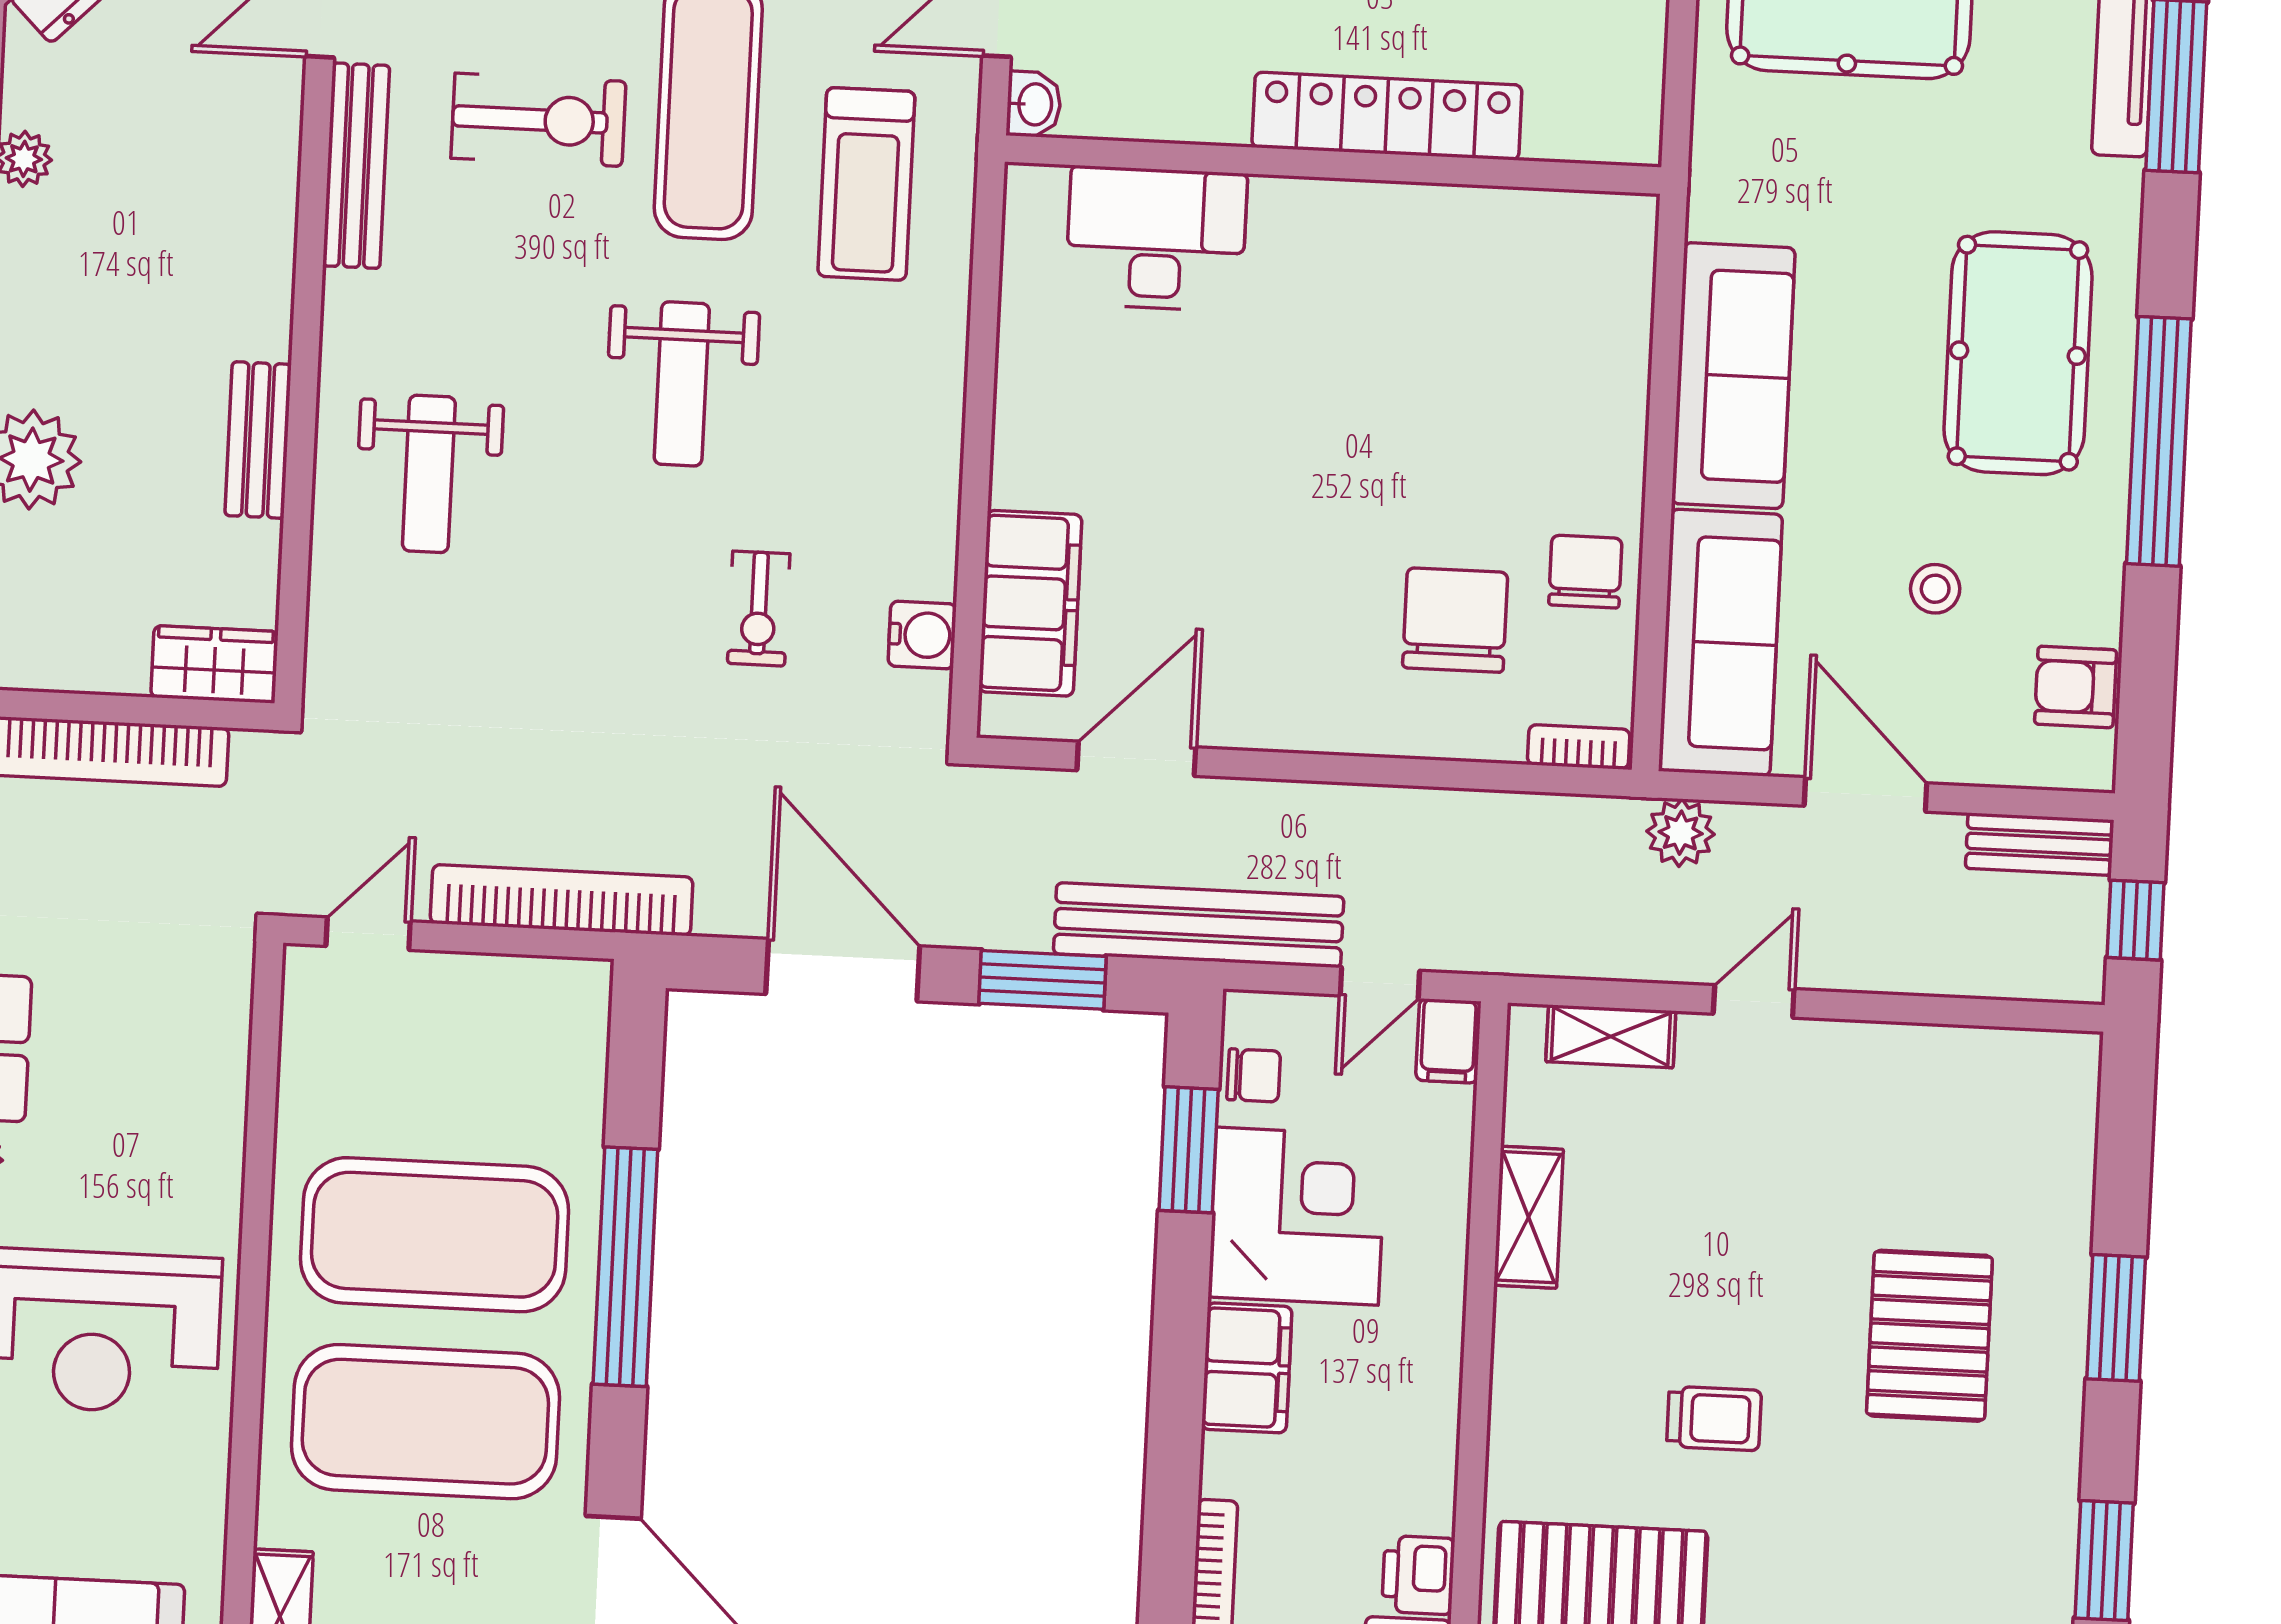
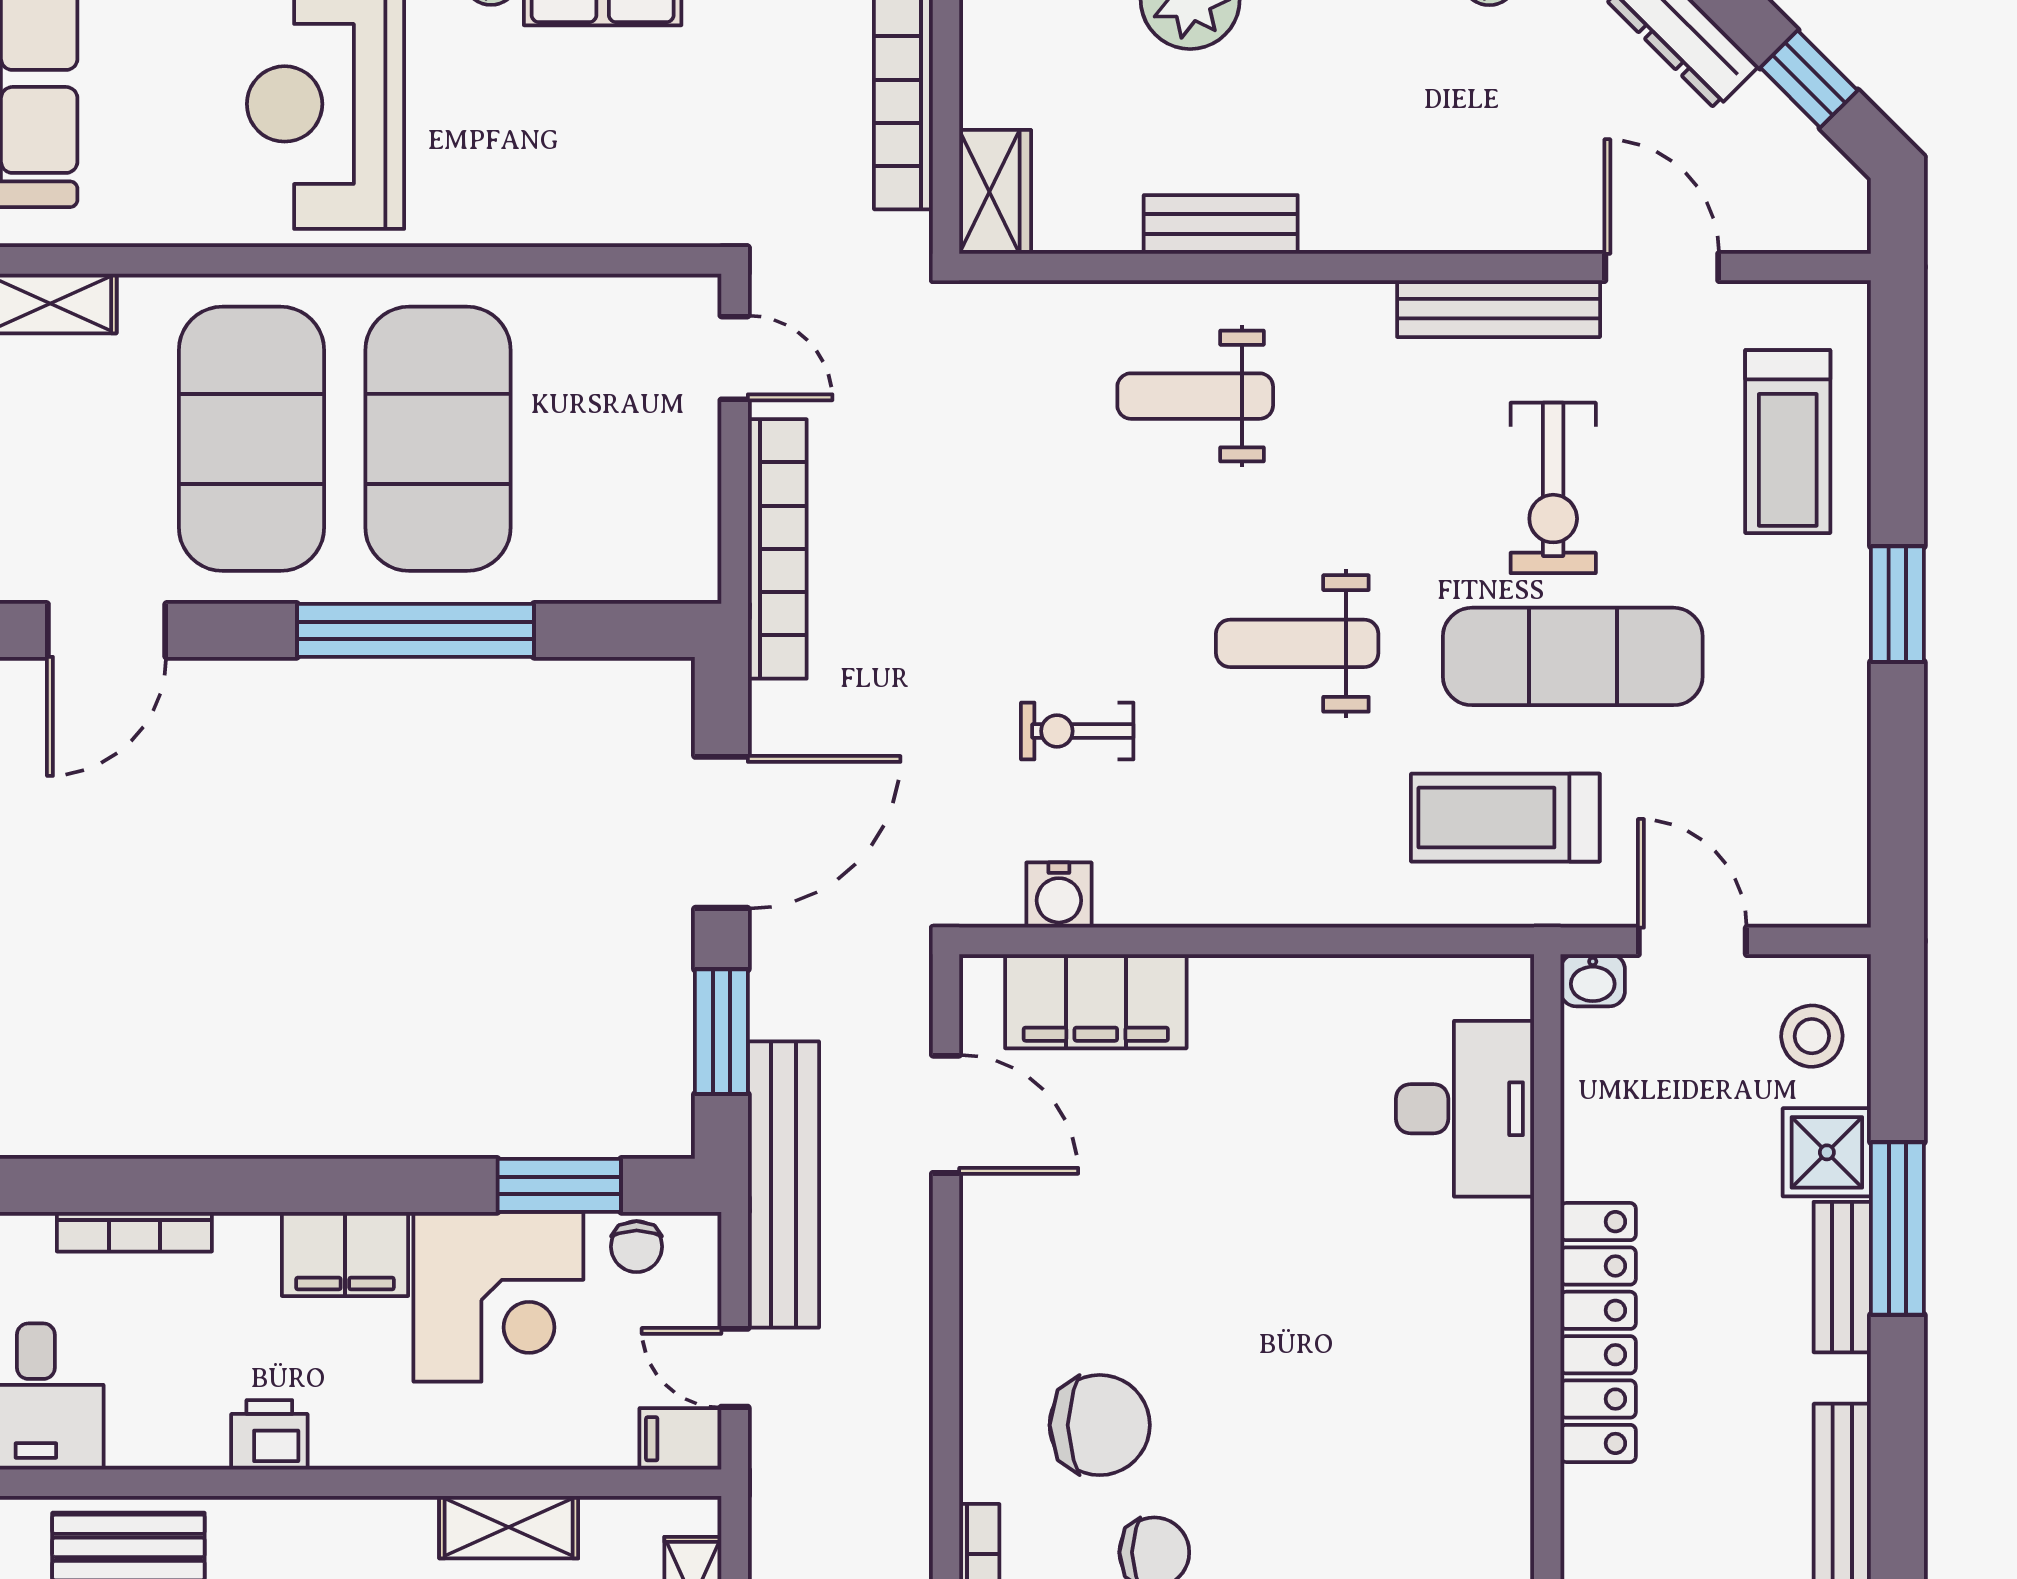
printer: (1418, 1575) -> (269, 1435), moved

